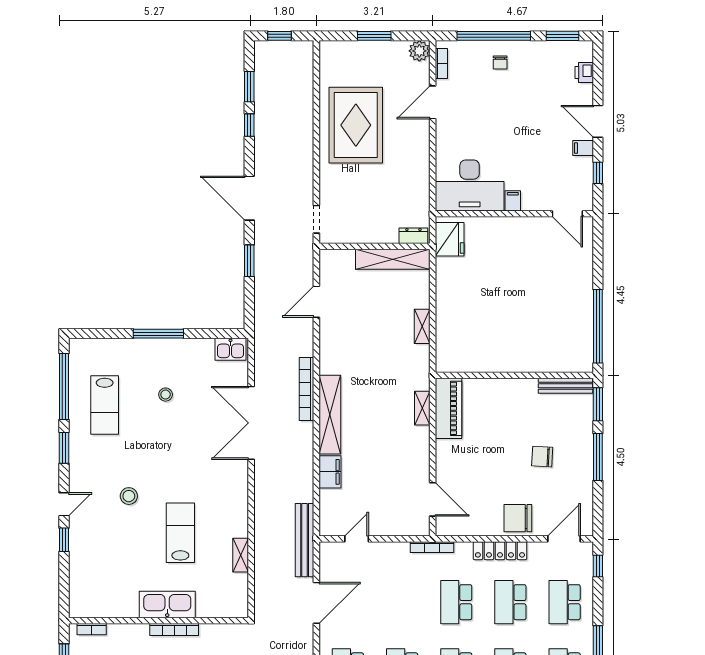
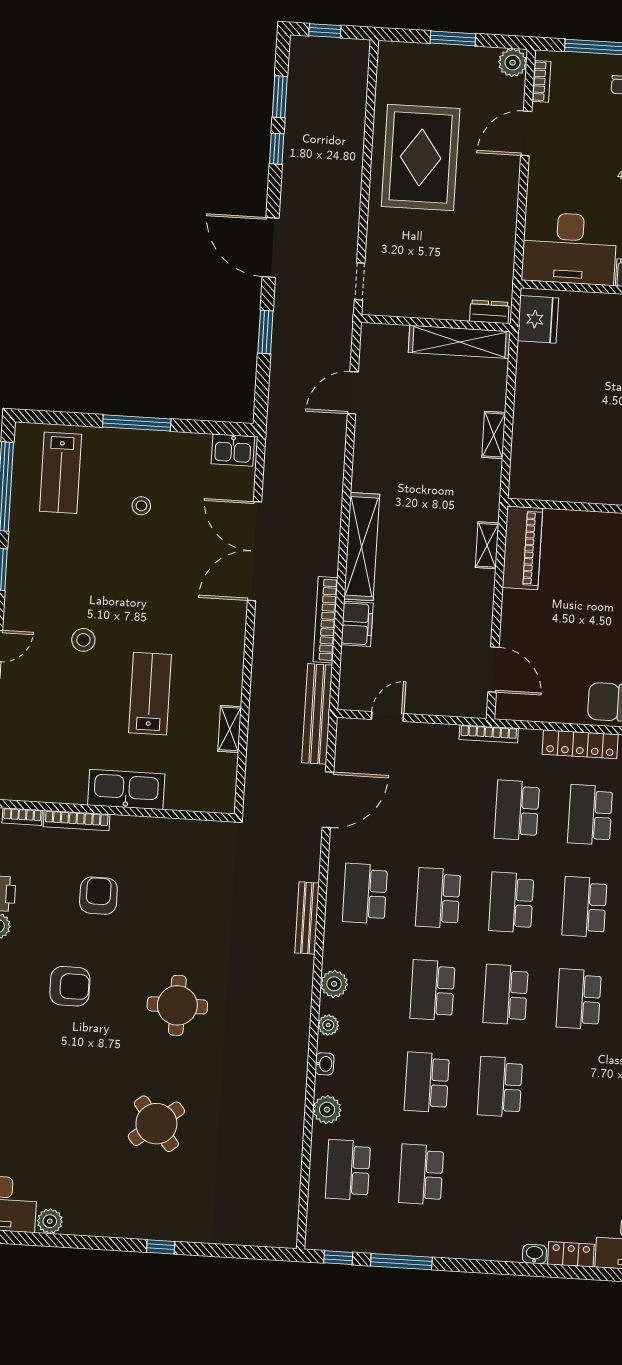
bookcase: (307, 389) -> (326, 620), moved
lab bench: (105, 405) -> (61, 473), moved
bookcase: (174, 629) -> (77, 820), moved

